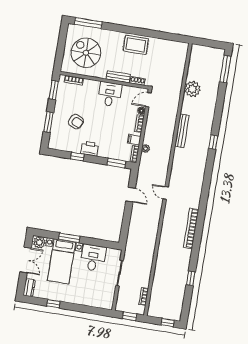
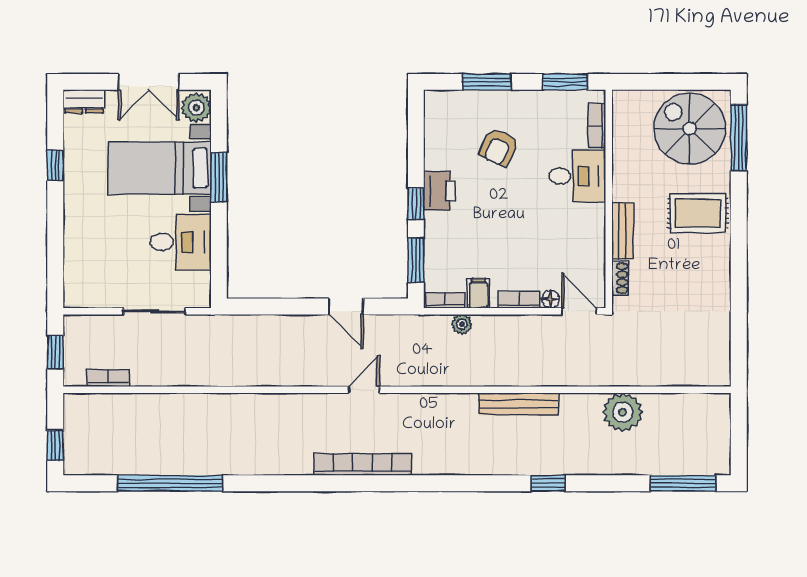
rug: (136, 45) -> (698, 213), moved, turned 90
spiral stairs: (86, 53) -> (690, 128), moved, turned -90
desk: (110, 94) -> (577, 176), moved
window: (213, 142) -> (548, 483), moved
window: (77, 157) -> (416, 204), moved
door: (131, 195) -> (346, 307), hinge flipped
bookcase: (191, 228) -> (363, 464), moved
window: (191, 278) -> (170, 483), width x3.17

